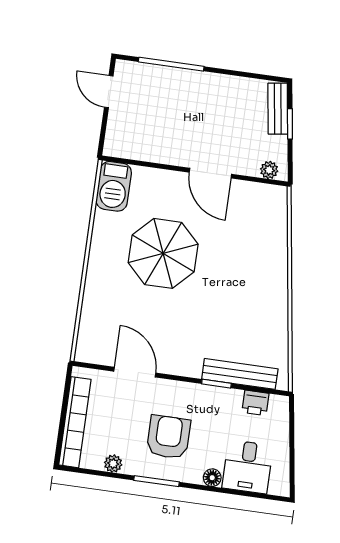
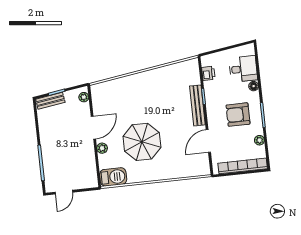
plant: (170, 180) -> (102, 148), added
bench: (240, 374) -> (197, 105), moved

